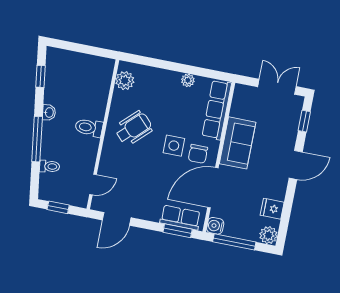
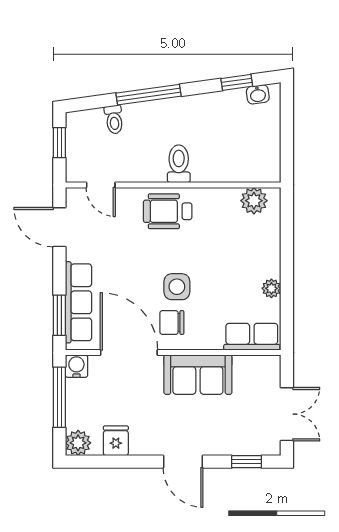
row of seats: (217, 110) -> (252, 337), width x0.68
washbasin: (49, 112) -> (258, 94), moved
wheelchair: (134, 128) -> (168, 211), moved, turned 134
row of seats: (180, 218) -> (78, 302), width x1.48

